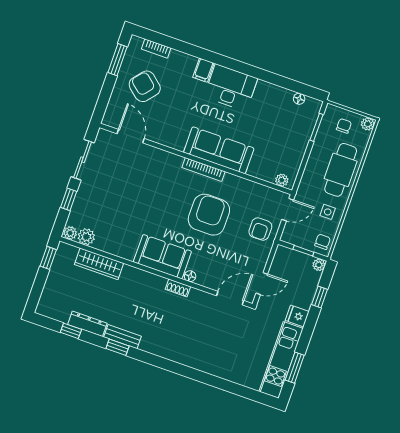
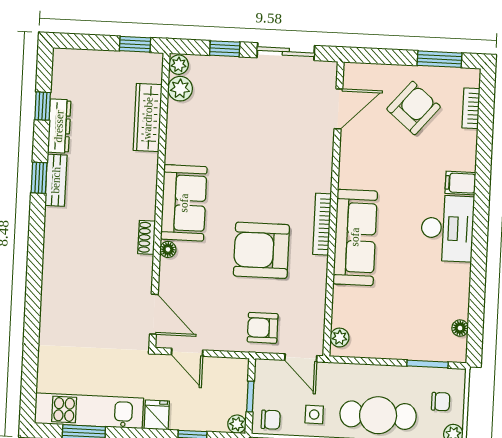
armchair: (209, 215) -> (261, 250), turned 180

